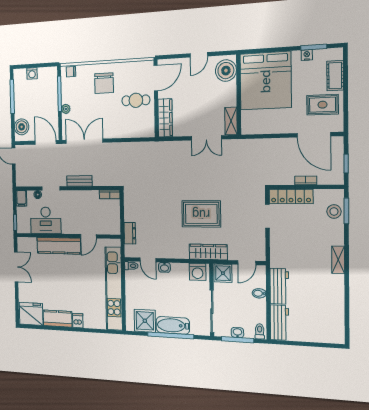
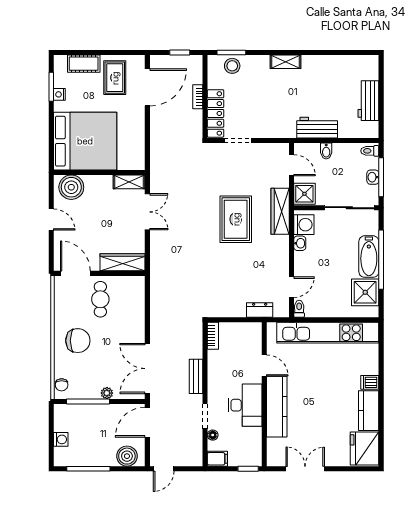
desk: (46, 220) -> (245, 405), moved
washbasin: (164, 267) -> (300, 243), moved
workbench: (279, 323) -> (368, 101), moved, turned -90

